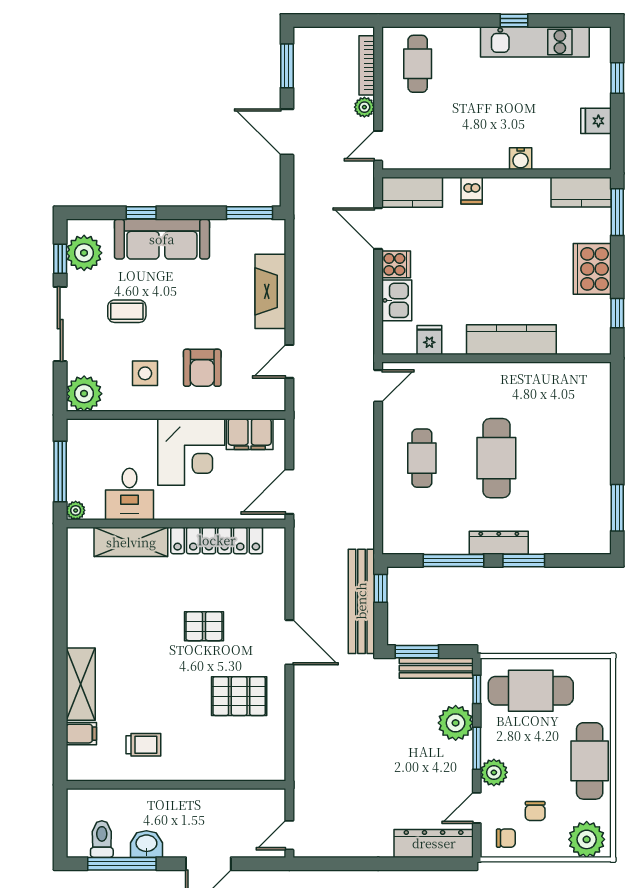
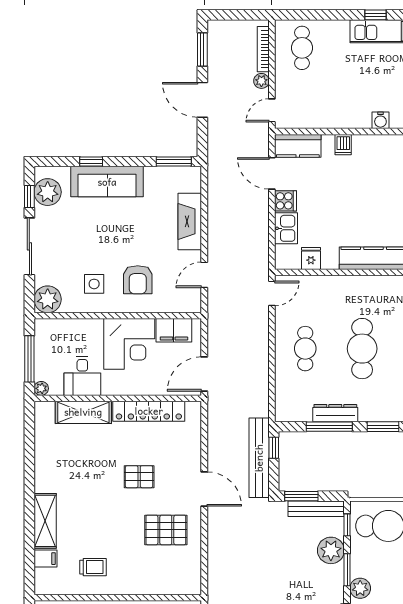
coffee table: (127, 311) -> (80, 237), removed
dresser: (499, 543) -> (335, 413), moved

